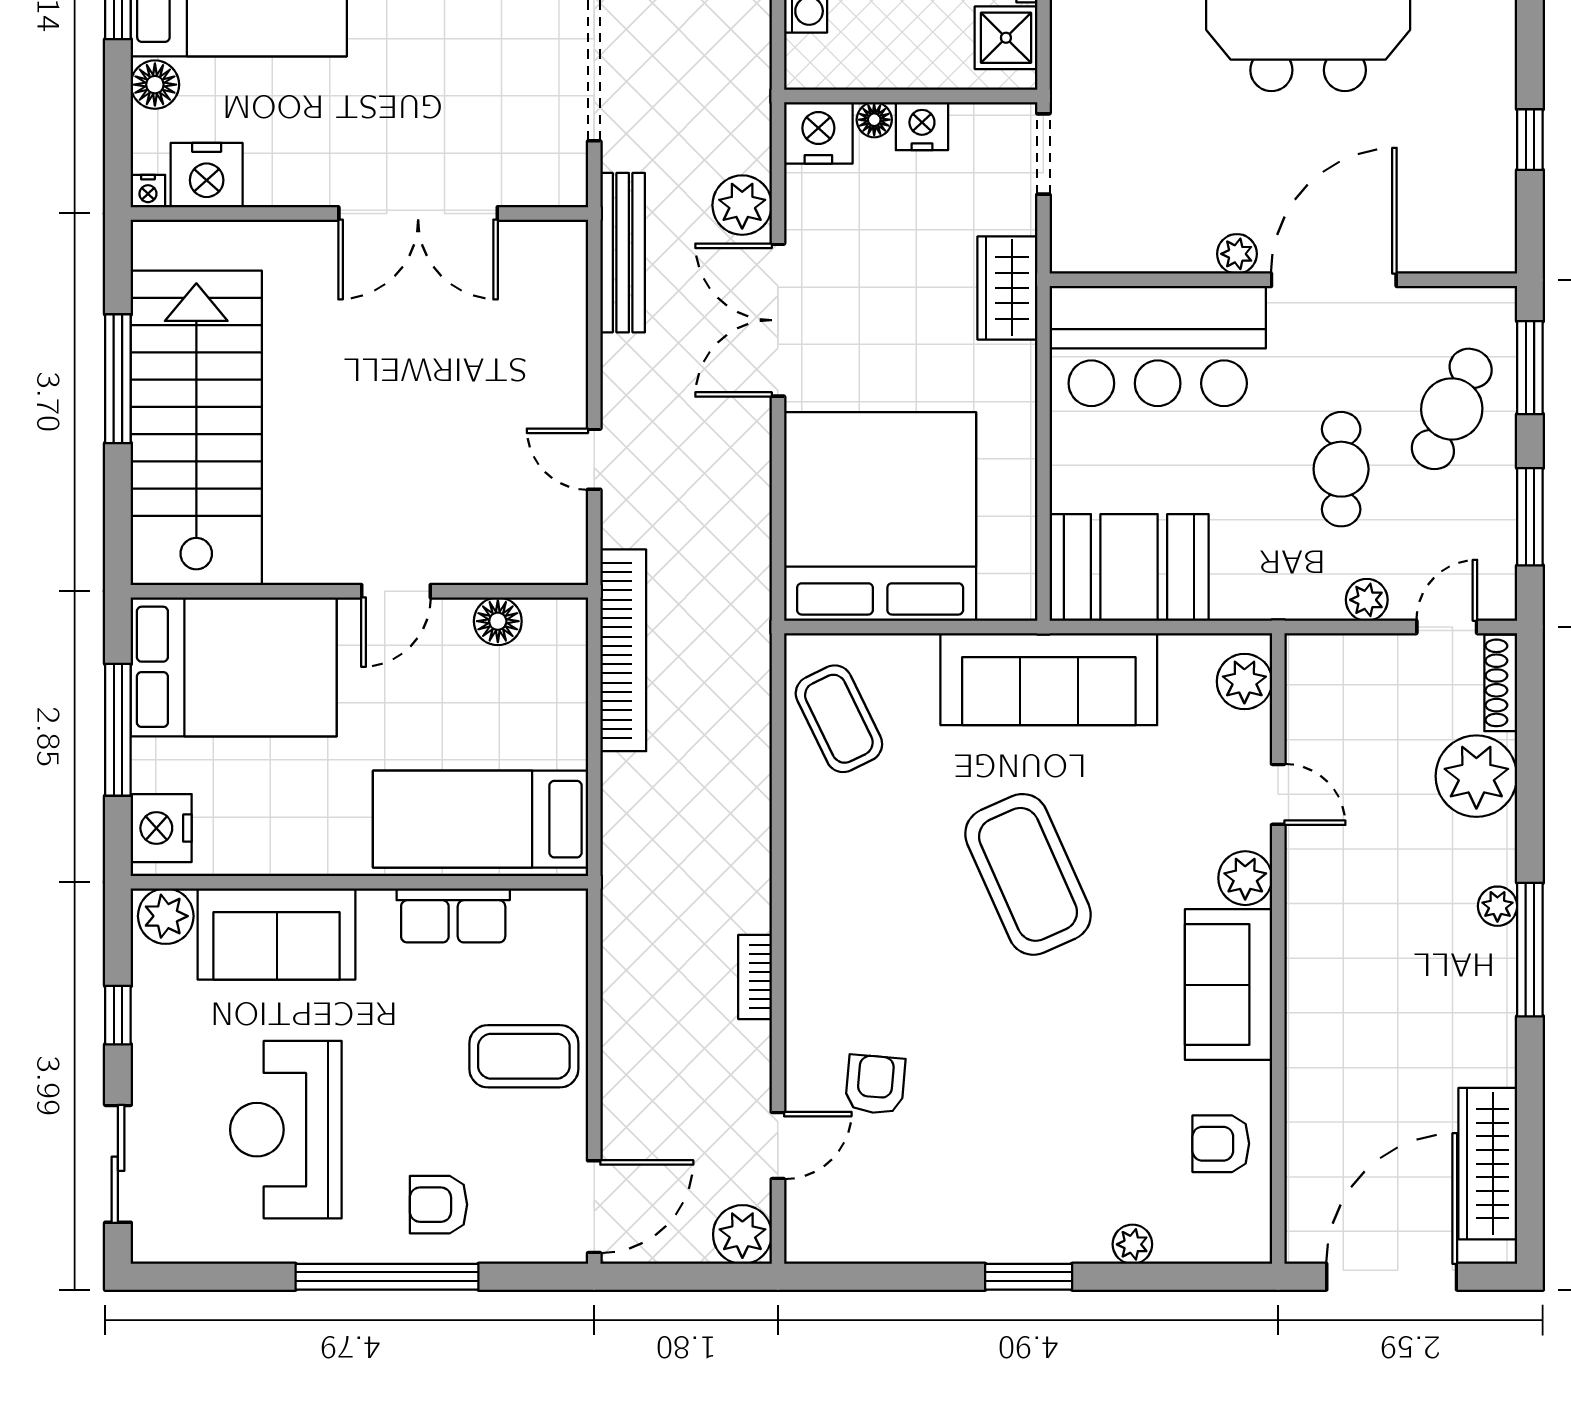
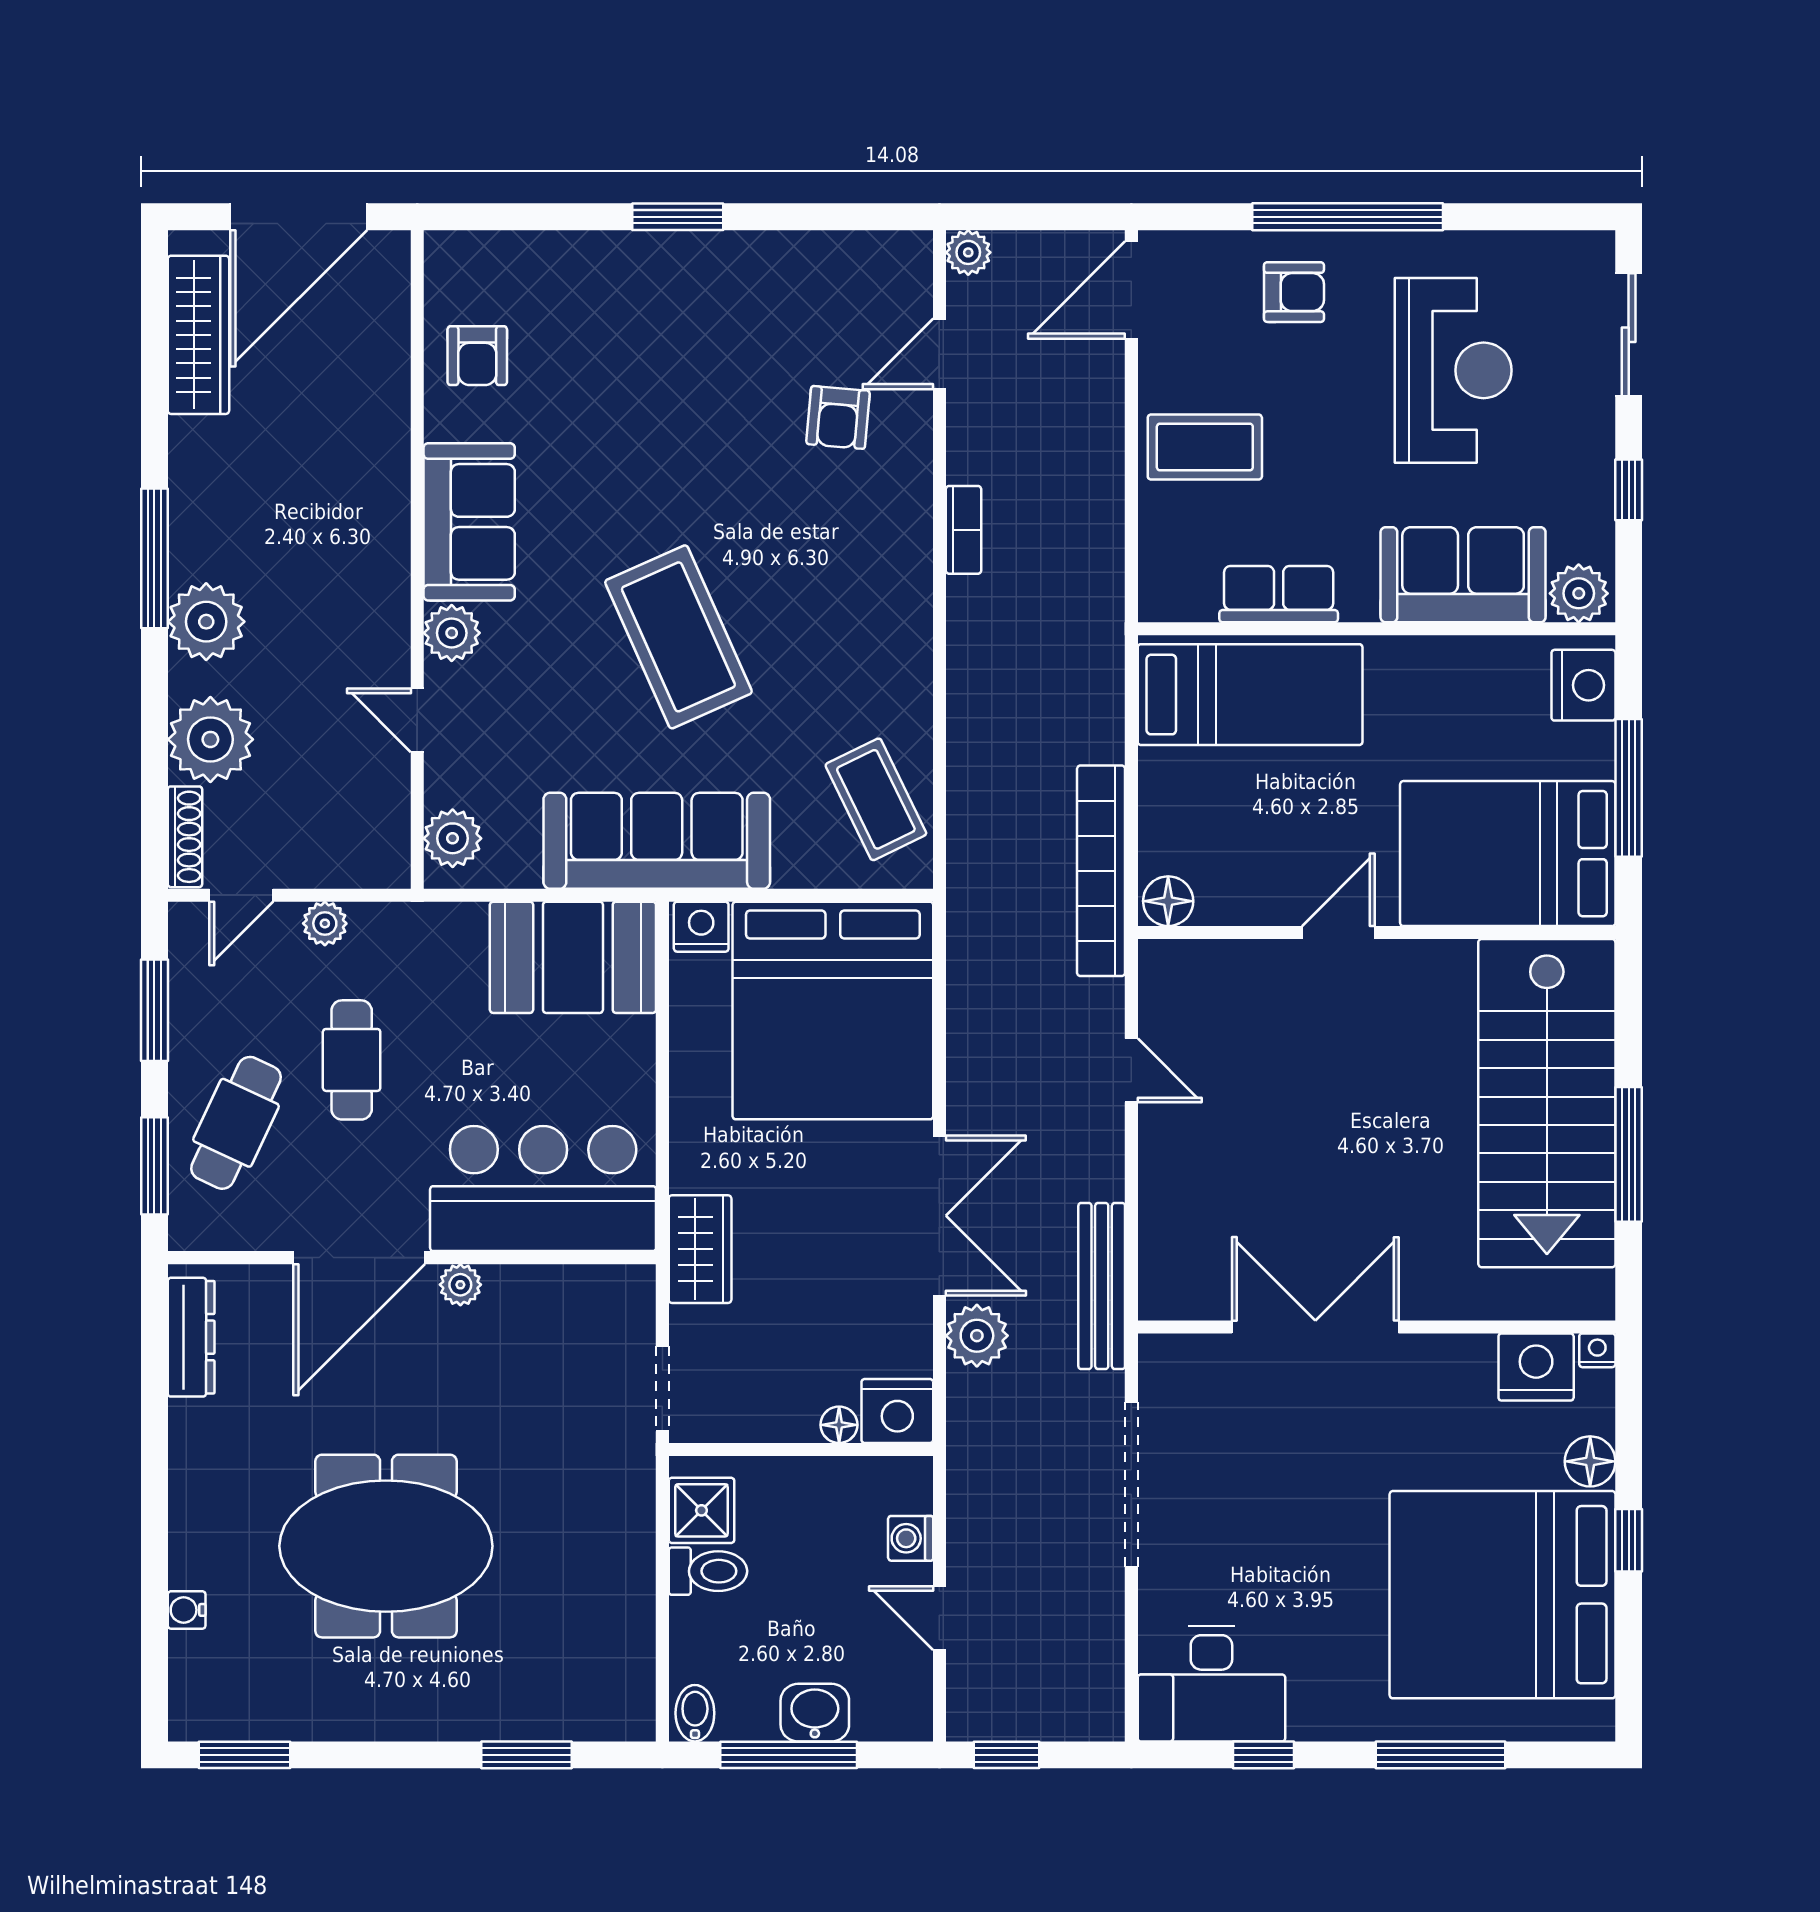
nightstand: (922, 126) -> (701, 927), moved, turned 180
window: (1530, 140) -> (154, 1404), removed
dresser: (1495, 204) -> (191, 1337), added
floor lamp: (498, 621) -> (1168, 901), moved
plant: (1497, 906) -> (206, 622), width x1.88, depth x1.88
armchair: (1221, 1144) -> (477, 356), turned 90
plant: (742, 1235) -> (968, 252), width x0.73, depth x0.73
plant: (1132, 1244) -> (569, 251), removed

